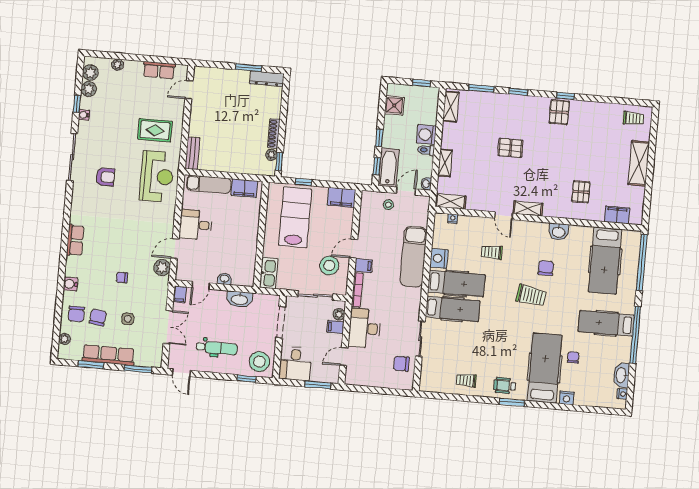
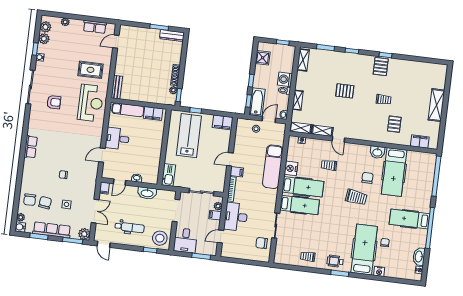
trolley: (633, 118) -> (384, 100), moved
shelving: (528, 209) -> (322, 131), moved
hospital bed: (605, 261) -> (394, 172), moved
stool: (329, 265) -> (212, 171), removed
plant: (162, 268) -> (84, 234), moved
water cooler: (70, 284) -> (20, 227), moved

